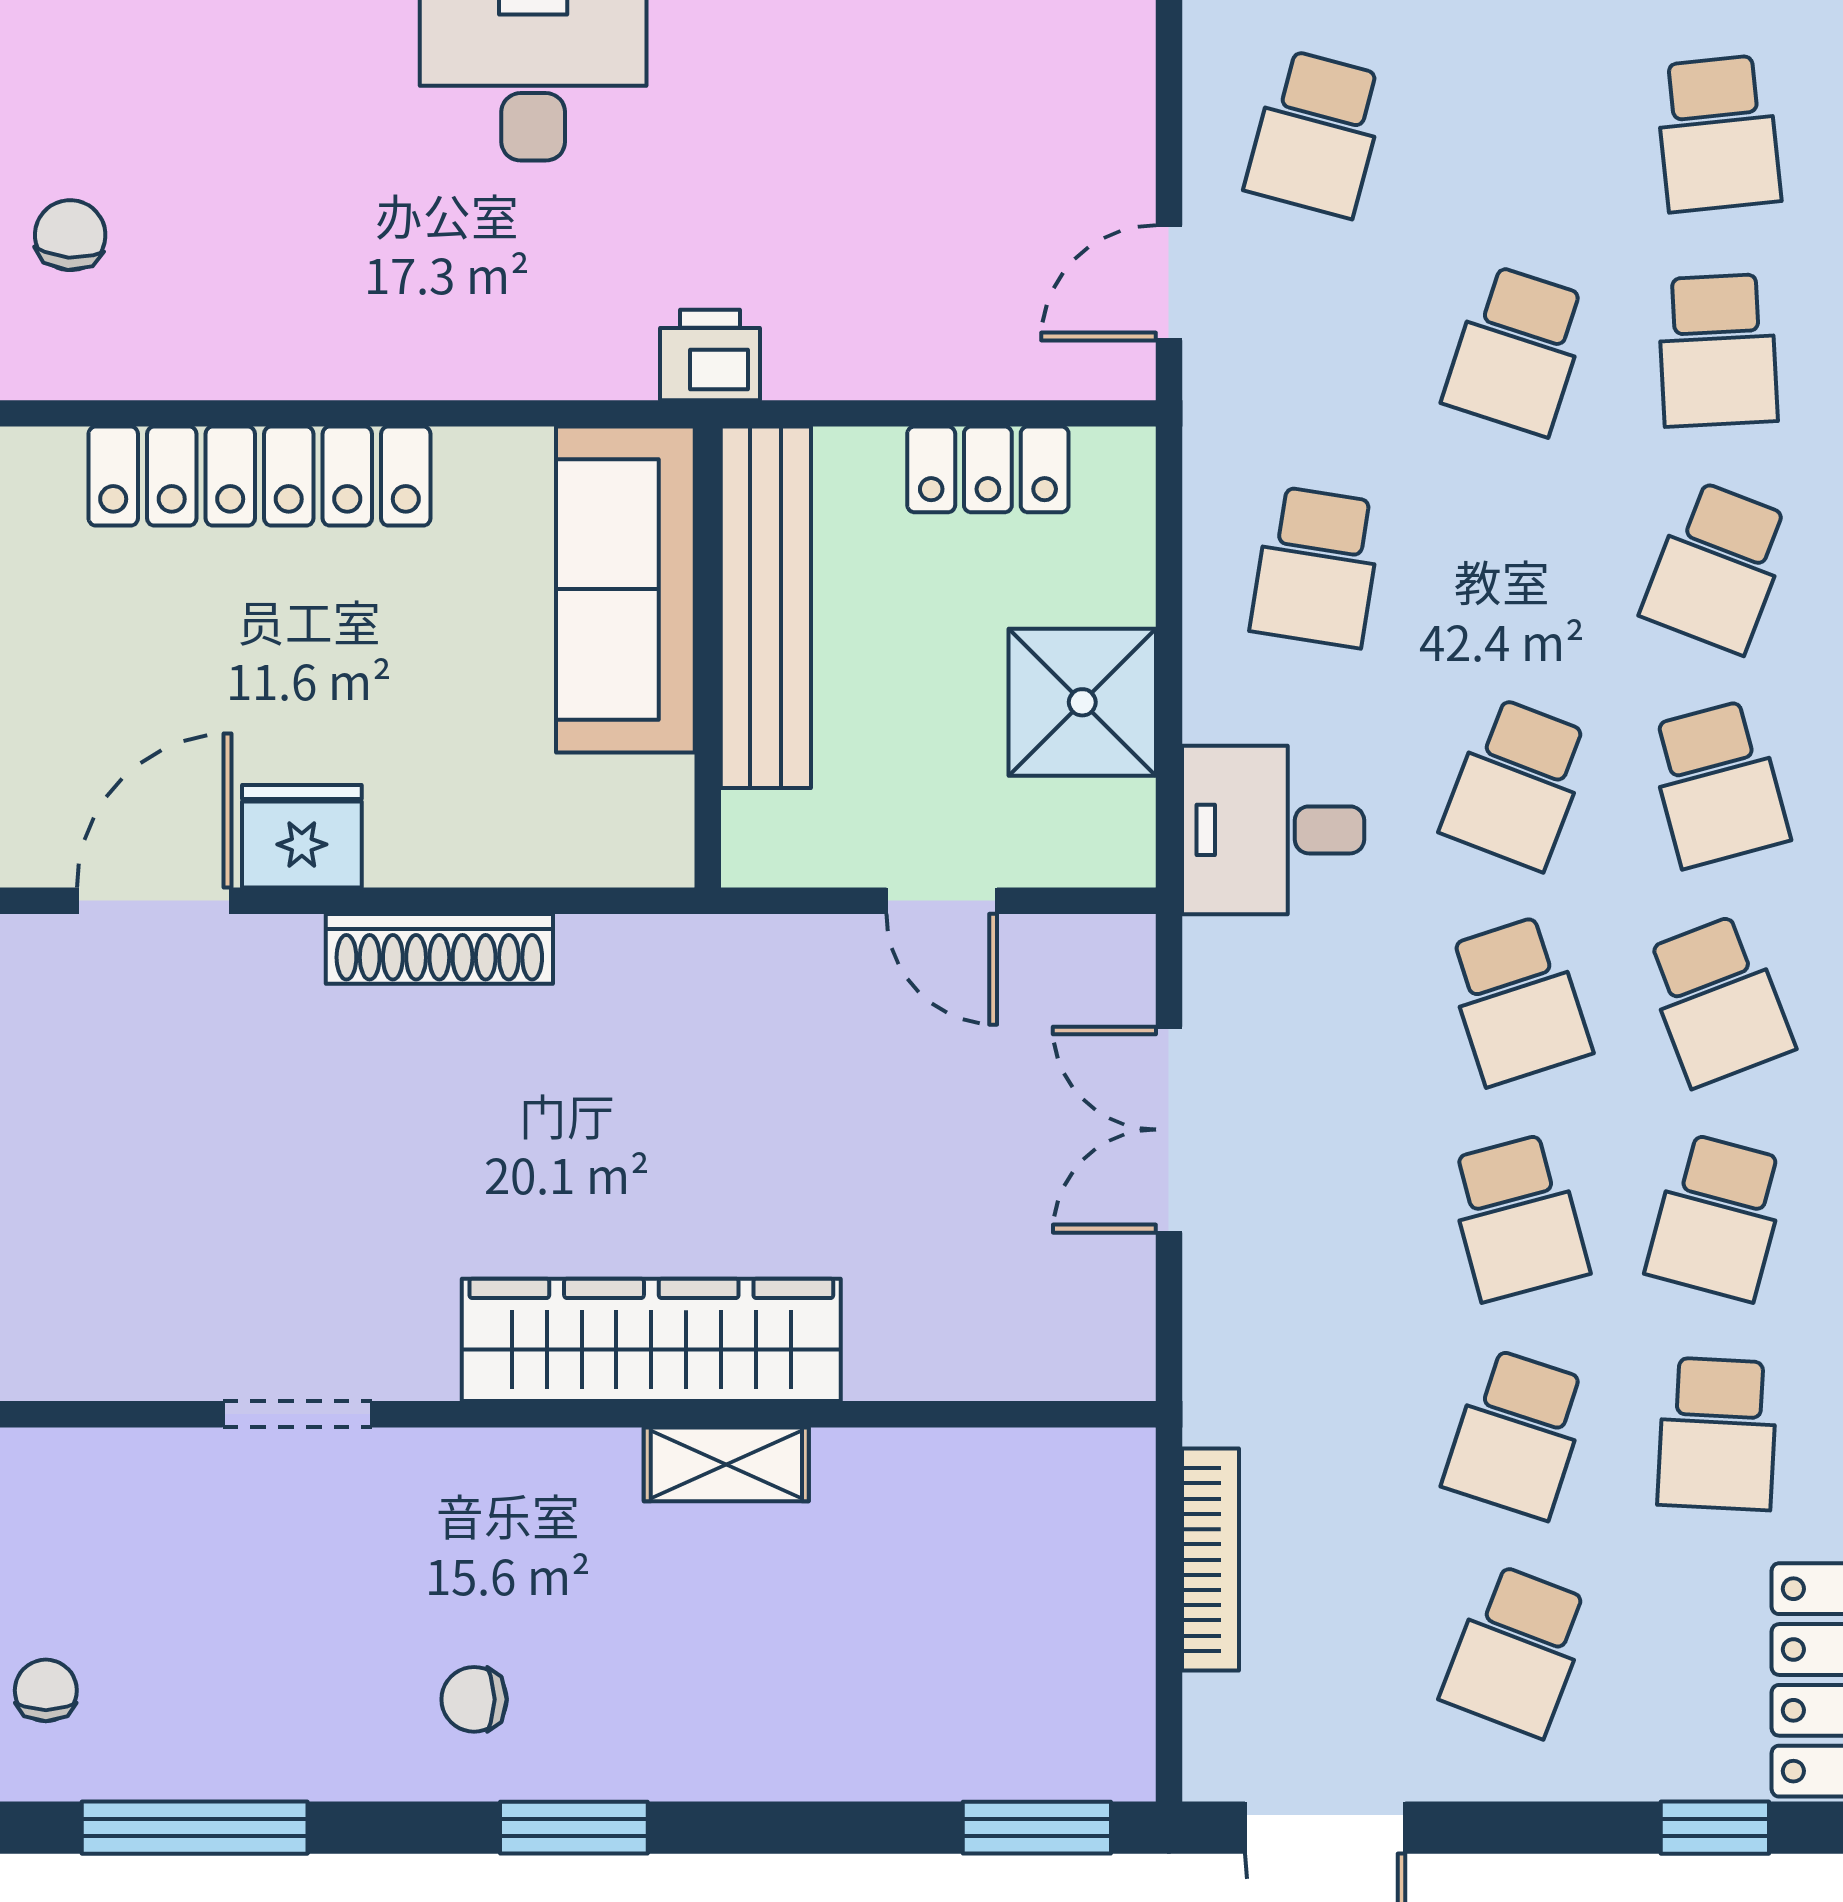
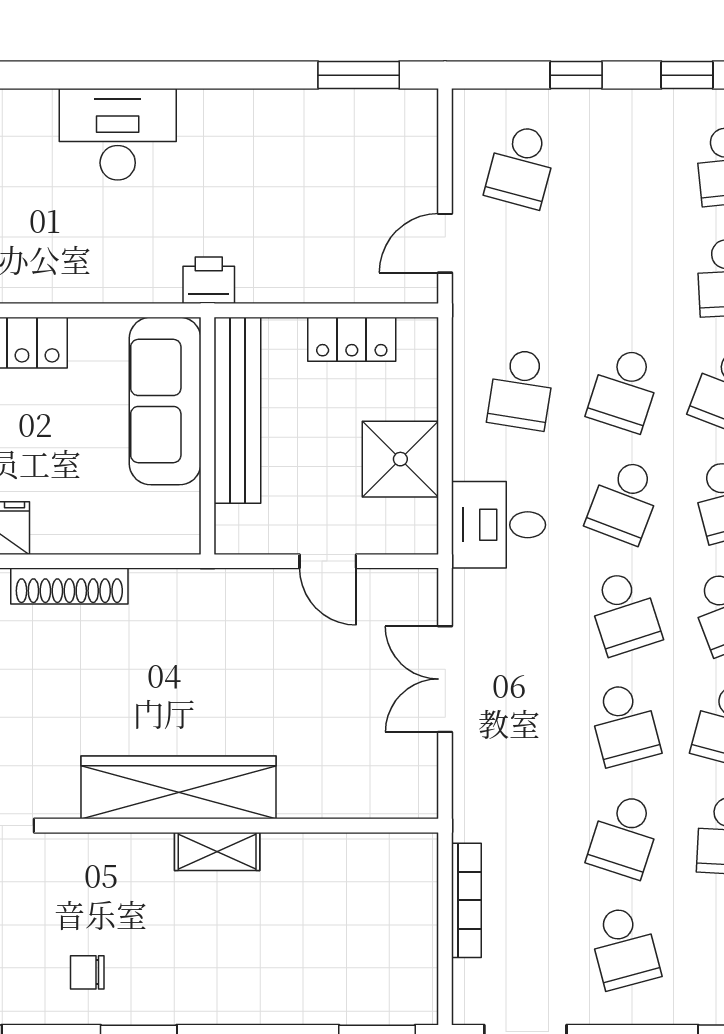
school desk: (1517, 350) -> (624, 389), moved
school desk: (1517, 1651) -> (624, 947), turned -36

